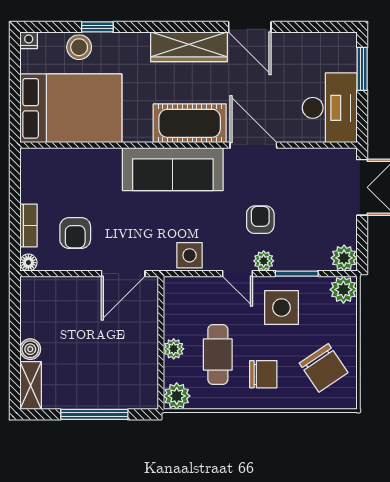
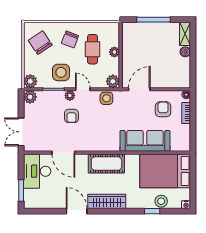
door: (253, 145) -> (63, 153), moved
sofa: (173, 169) -> (145, 141), moved
chair: (263, 374) -> (70, 39), turned -69
plant: (177, 396) -> (113, 81), moved

